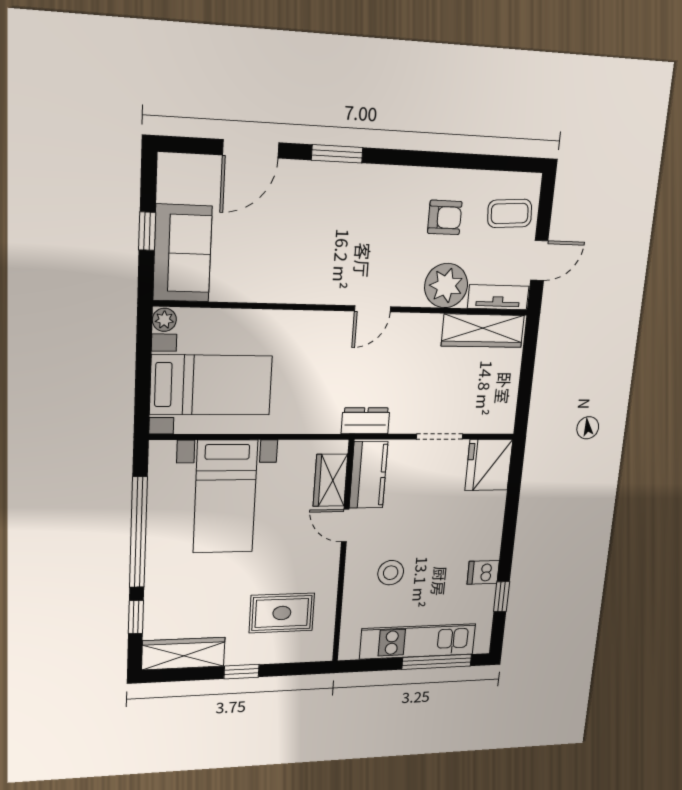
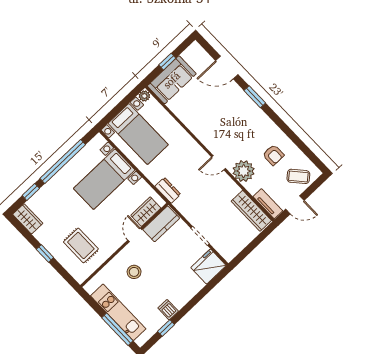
coffee table: (510, 213) -> (298, 176), turned -37
plant: (446, 286) -> (244, 171), moved
dresser: (366, 421) -> (168, 190), moved
wardrobe: (183, 654) -> (28, 219), width x0.67

